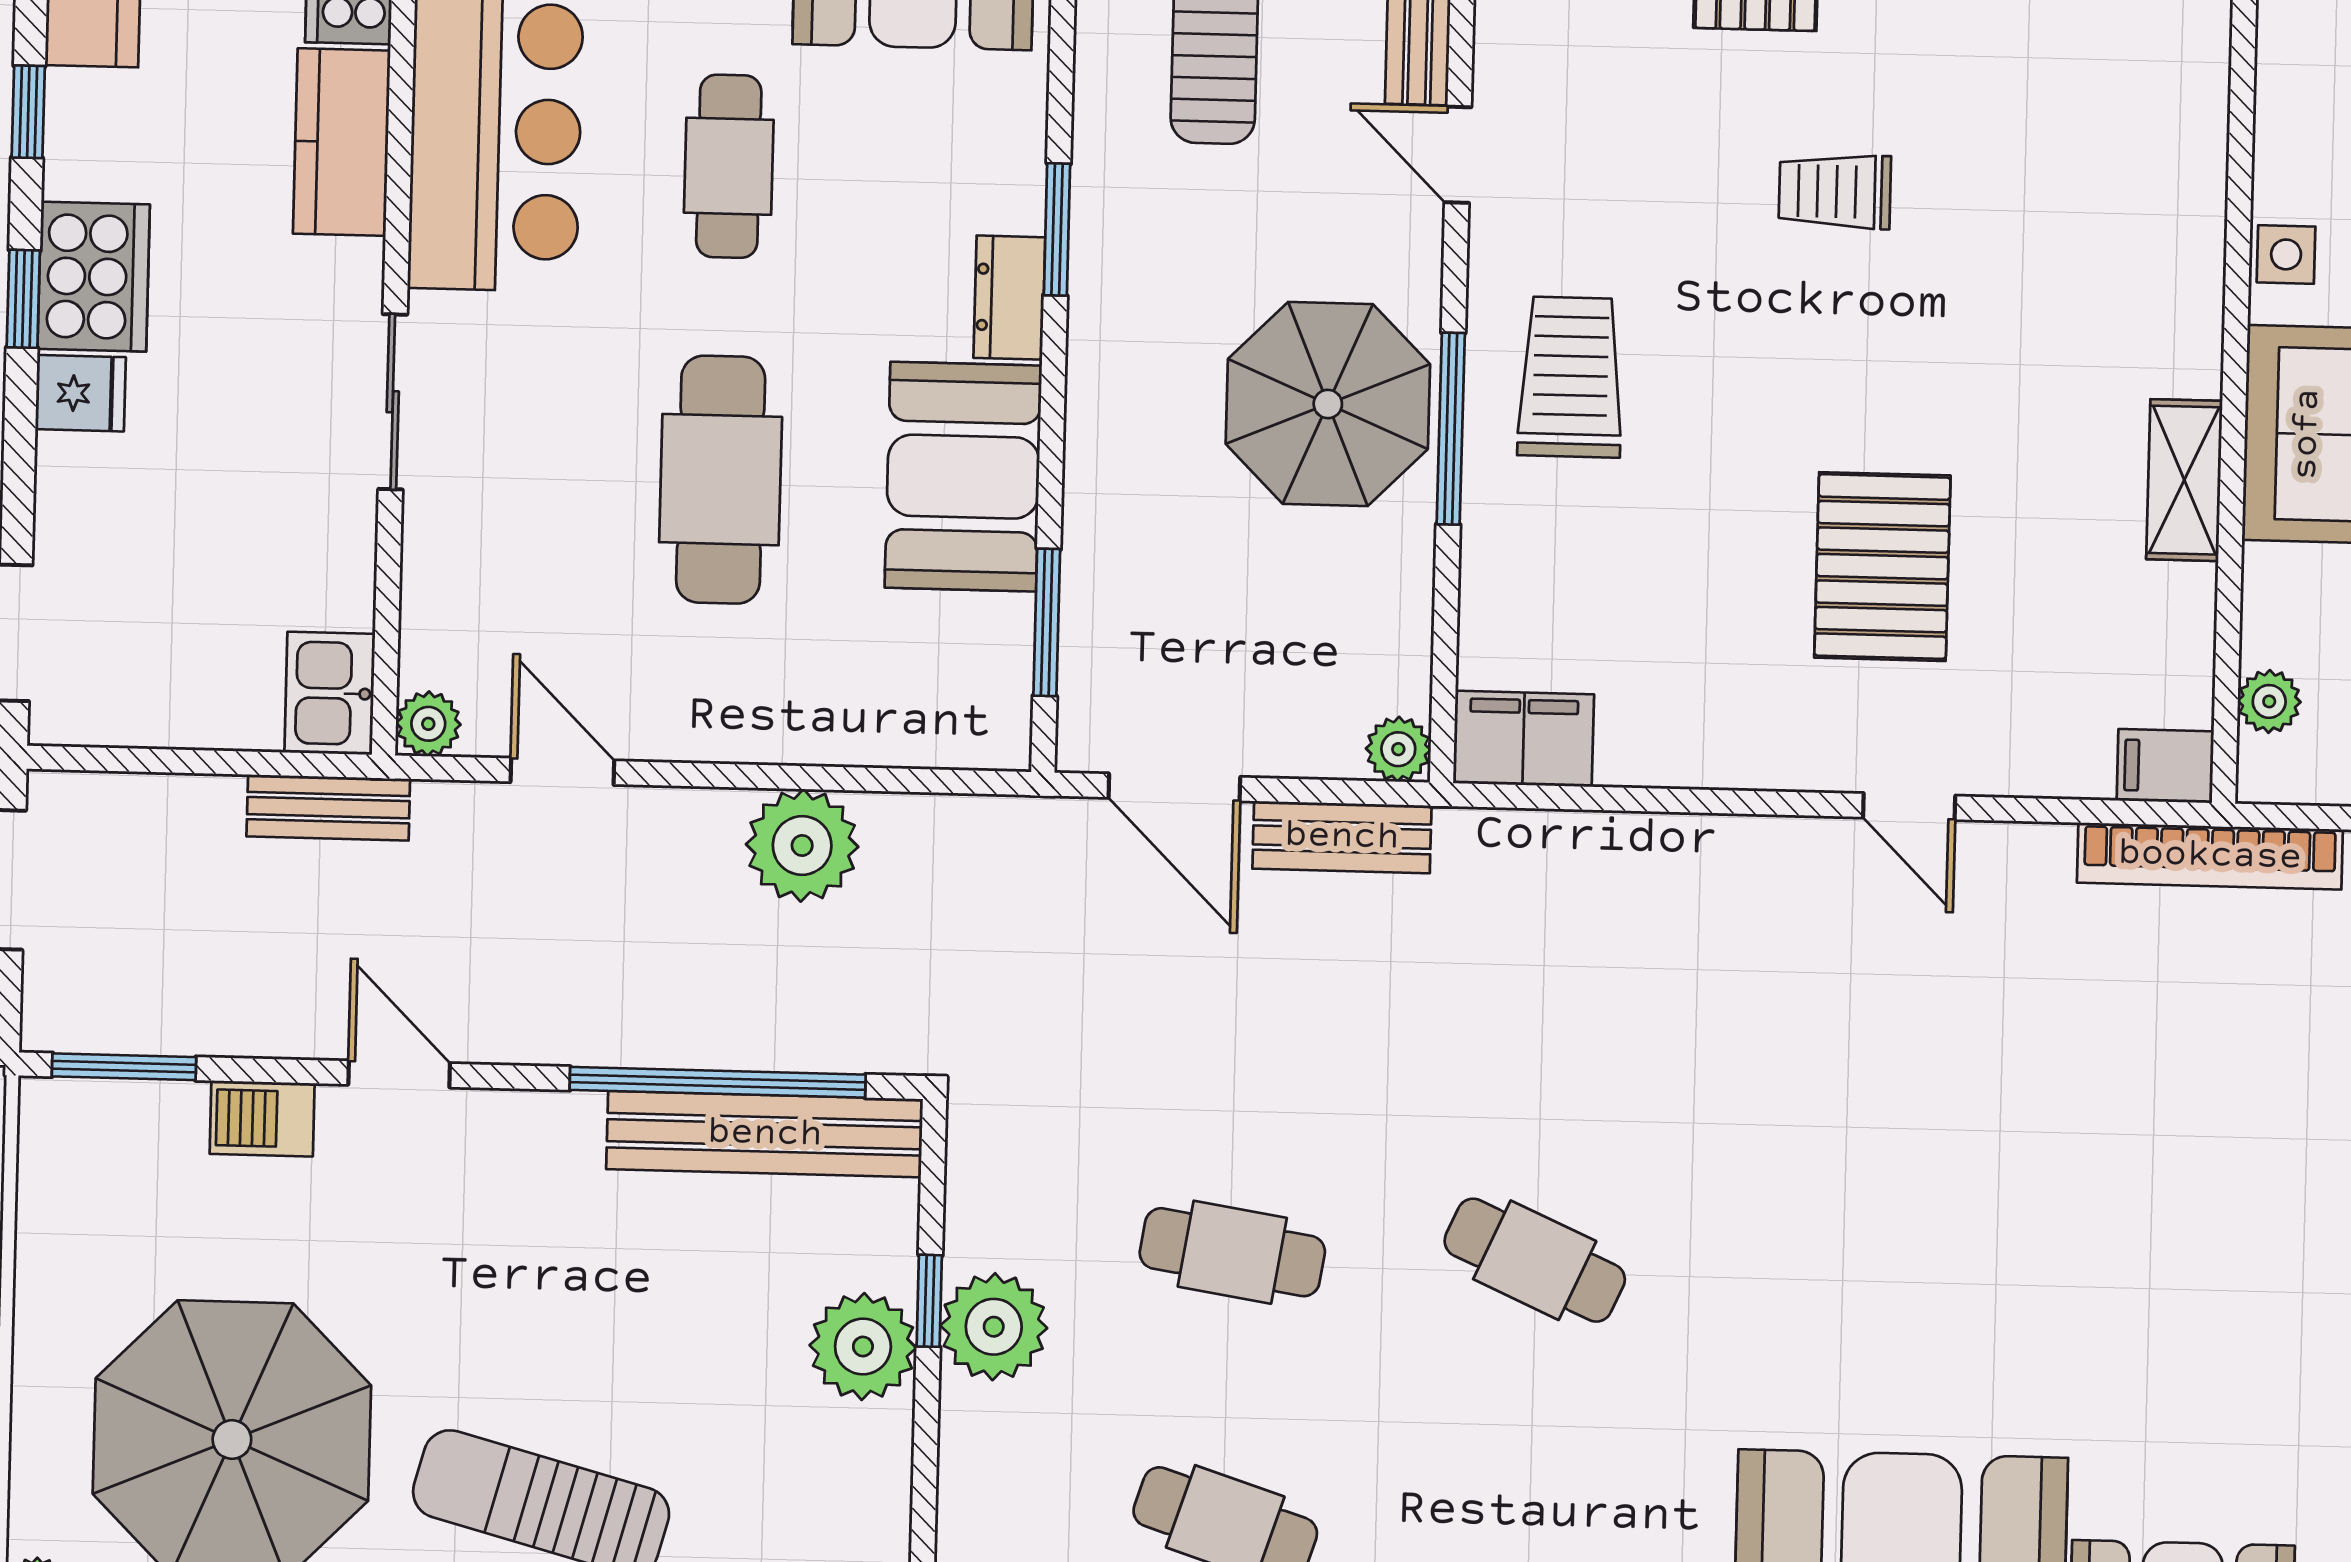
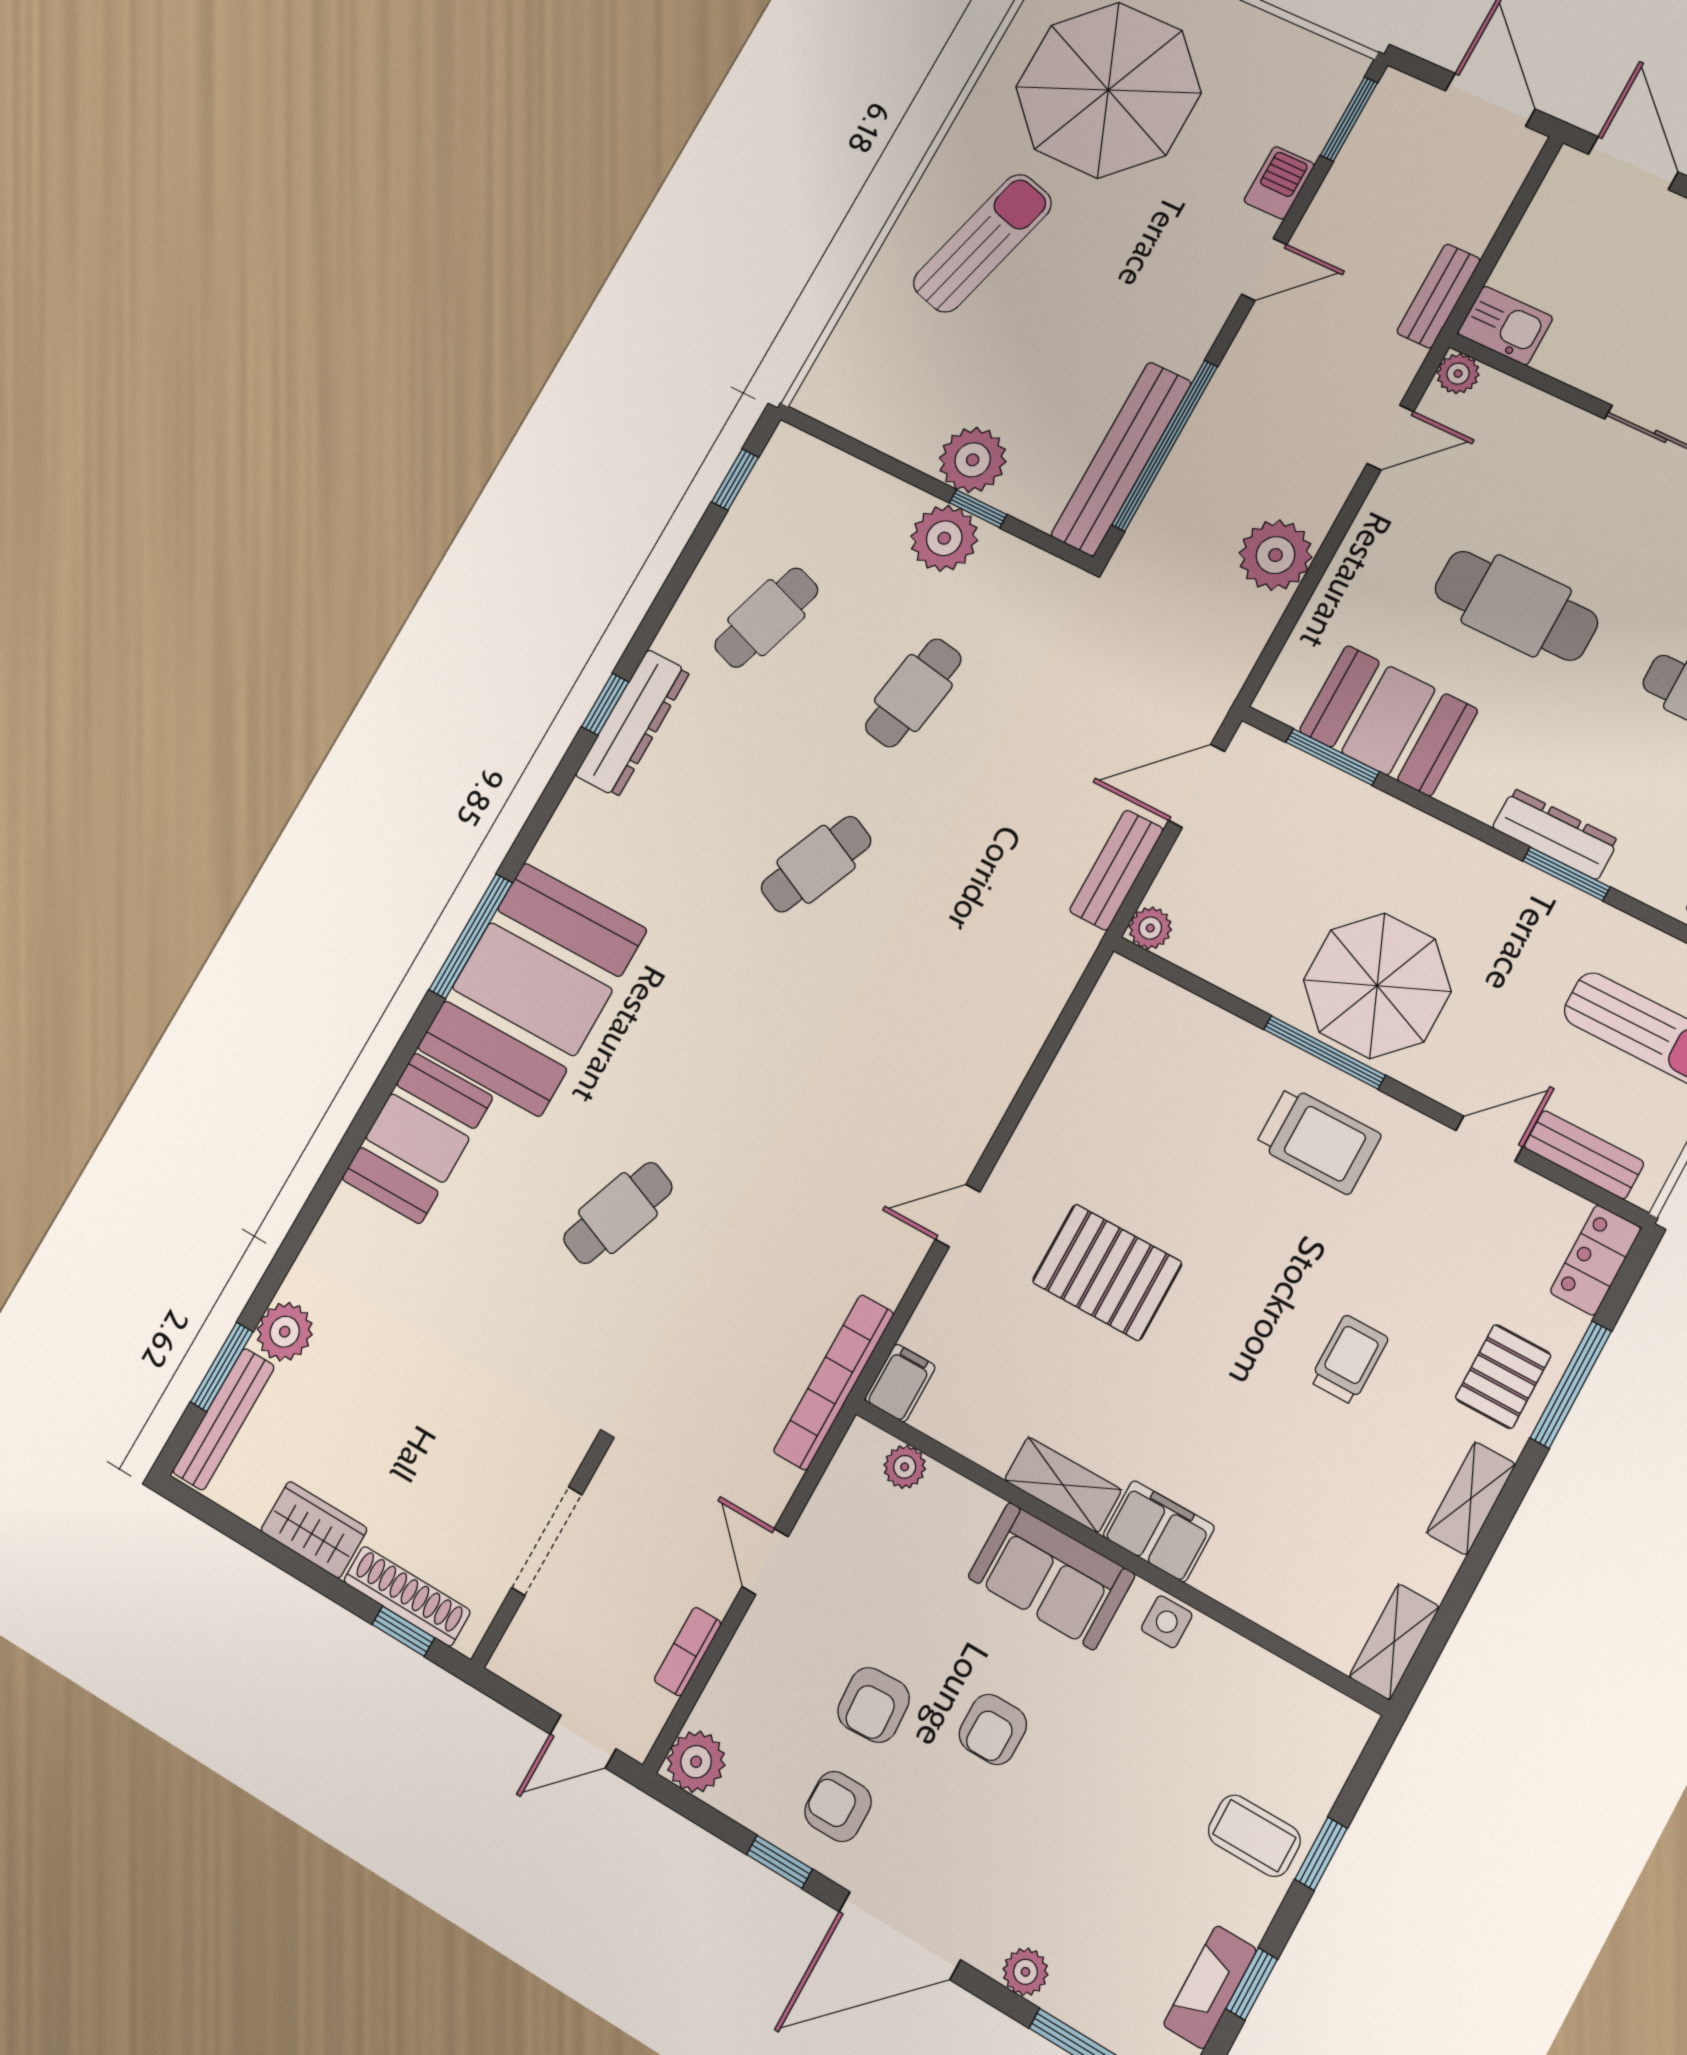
dresser: (1009, 298) -> (1555, 834), width x1.44
booth: (963, 477) -> (1388, 721), moved
filing cabinet: (1524, 739) -> (1159, 1531), moved, turned -90
cafe table: (2139, 1276) -> (618, 1213), added

